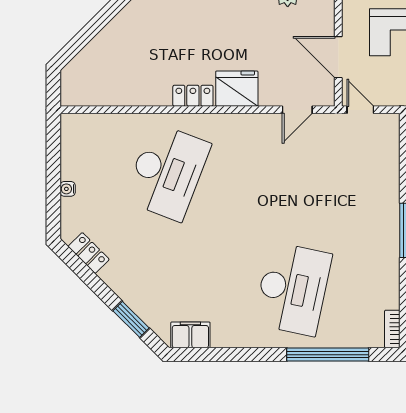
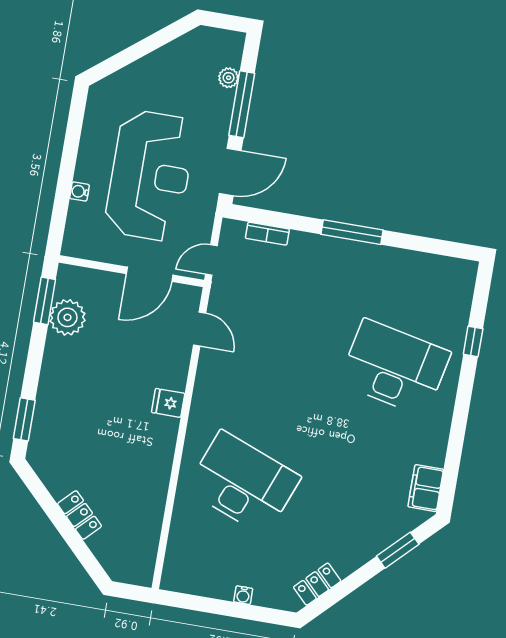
fridge: (237, 89) -> (168, 403), width x0.53, depth x0.75
locker: (193, 96) -> (79, 515), moved, turned 135
bookcase: (392, 329) -> (267, 234), moved
window: (328, 355) -> (473, 341), width x0.32

